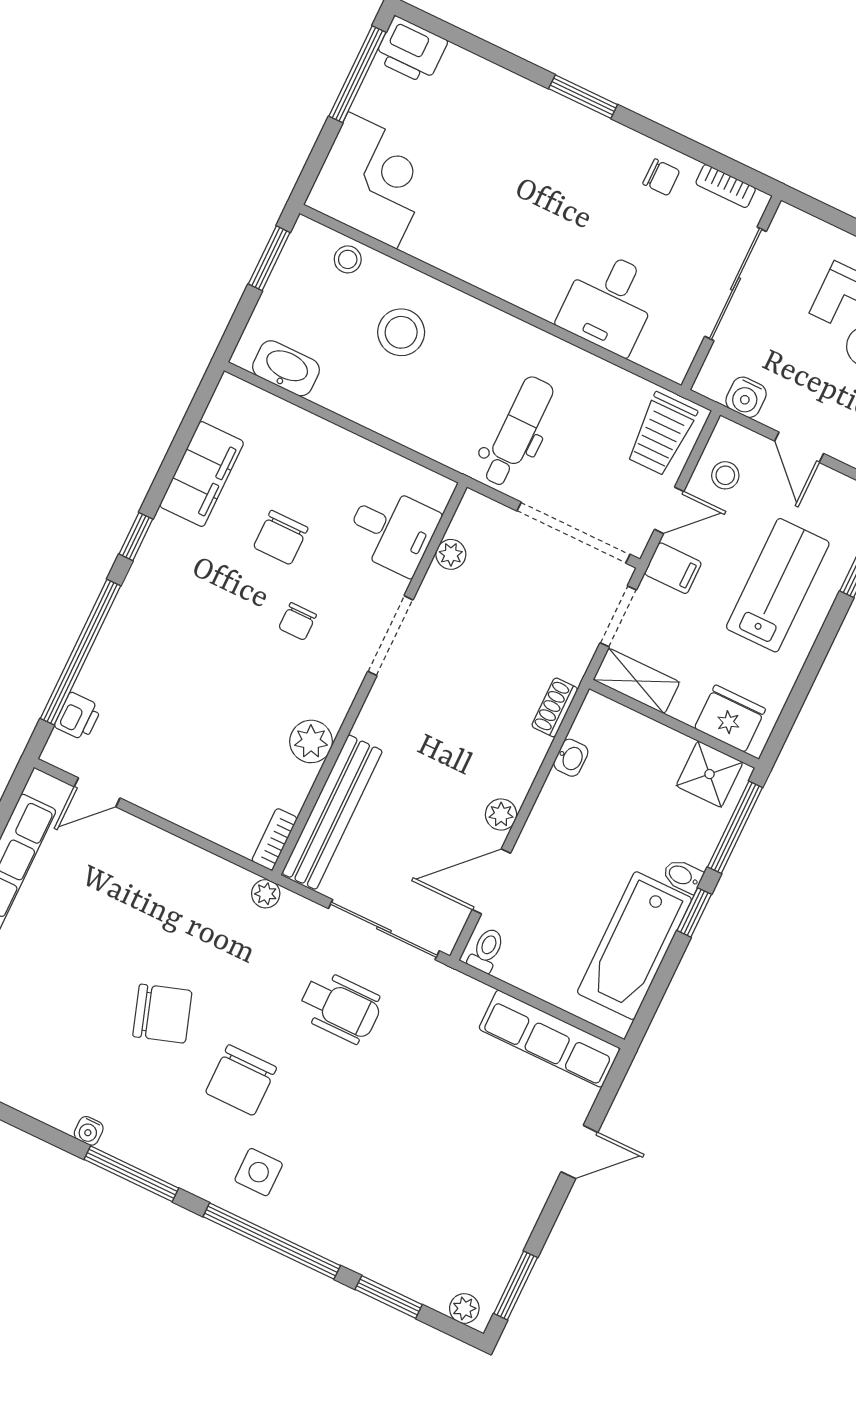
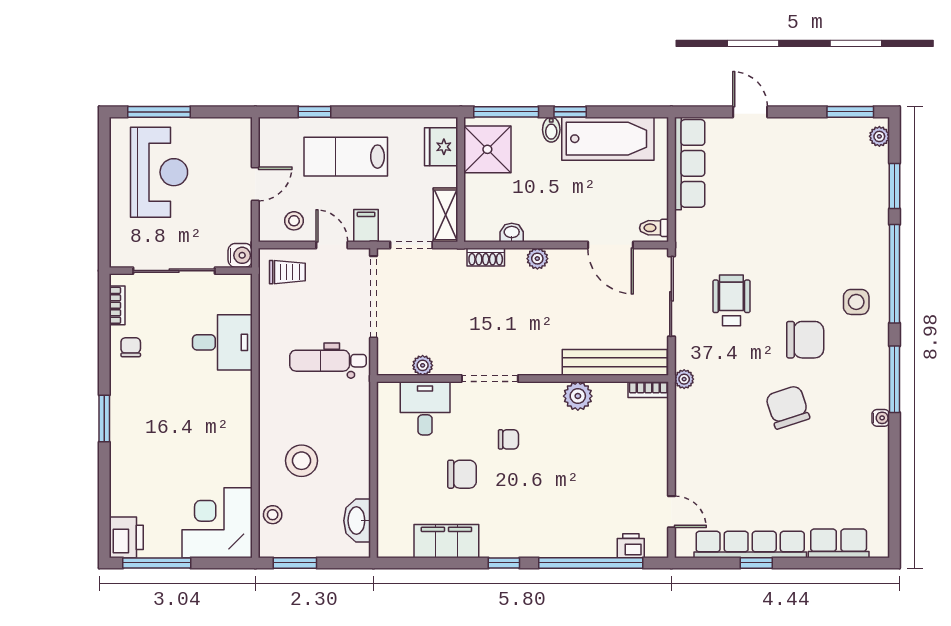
water cooler: (746, 397) -> (240, 255), moved
trolley: (661, 434) -> (287, 272), width x0.73, depth x0.72
shower: (710, 774) -> (487, 149), width x1.36, depth x1.36
plant: (501, 814) -> (537, 259), moved

